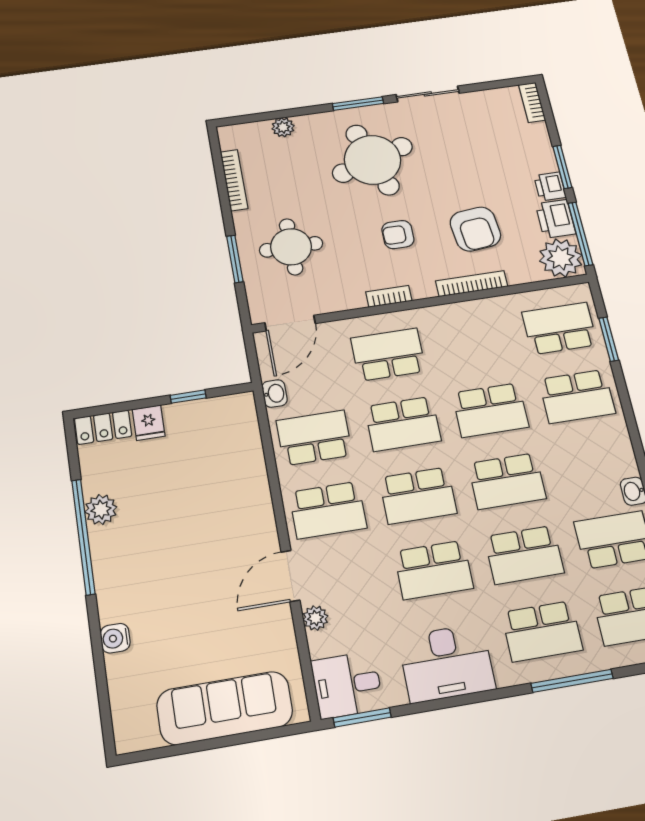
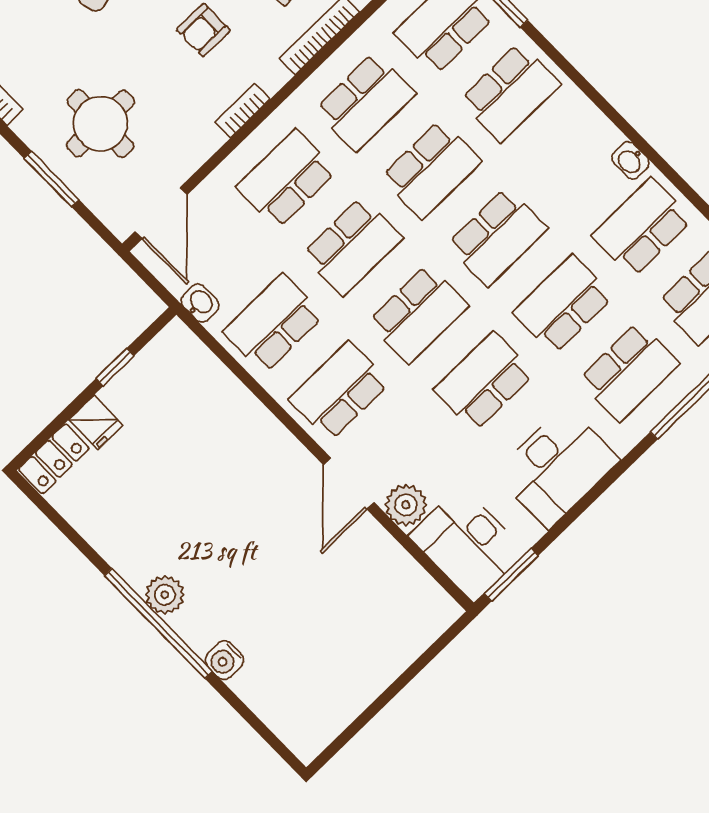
school desk: (474, 341) -> (365, 102), added
plant: (101, 510) -> (165, 595), moved
school desk: (328, 510) -> (339, 391), turned 180
window: (83, 537) -> (158, 623), moved
school desk: (524, 555) -> (563, 304), turned 180
school desk: (434, 570) -> (484, 381), turned 180
plant: (315, 618) -> (406, 505), width x1.38, depth x1.38
desk: (347, 685) -> (467, 544), width x1.37
sofa: (225, 708) -> (376, 654), removed

